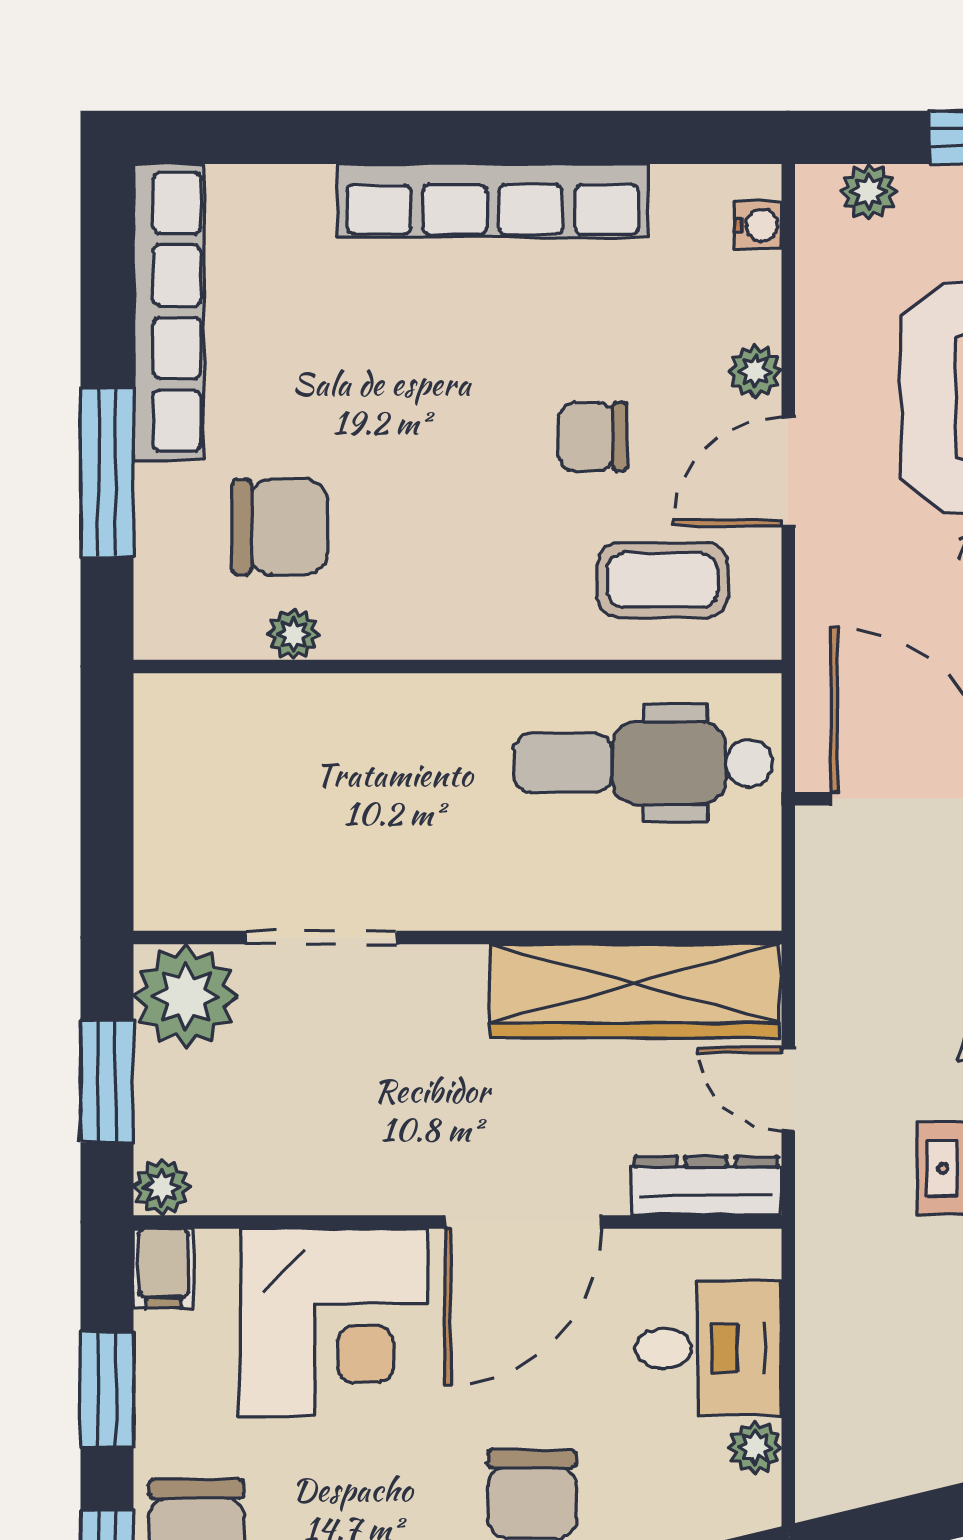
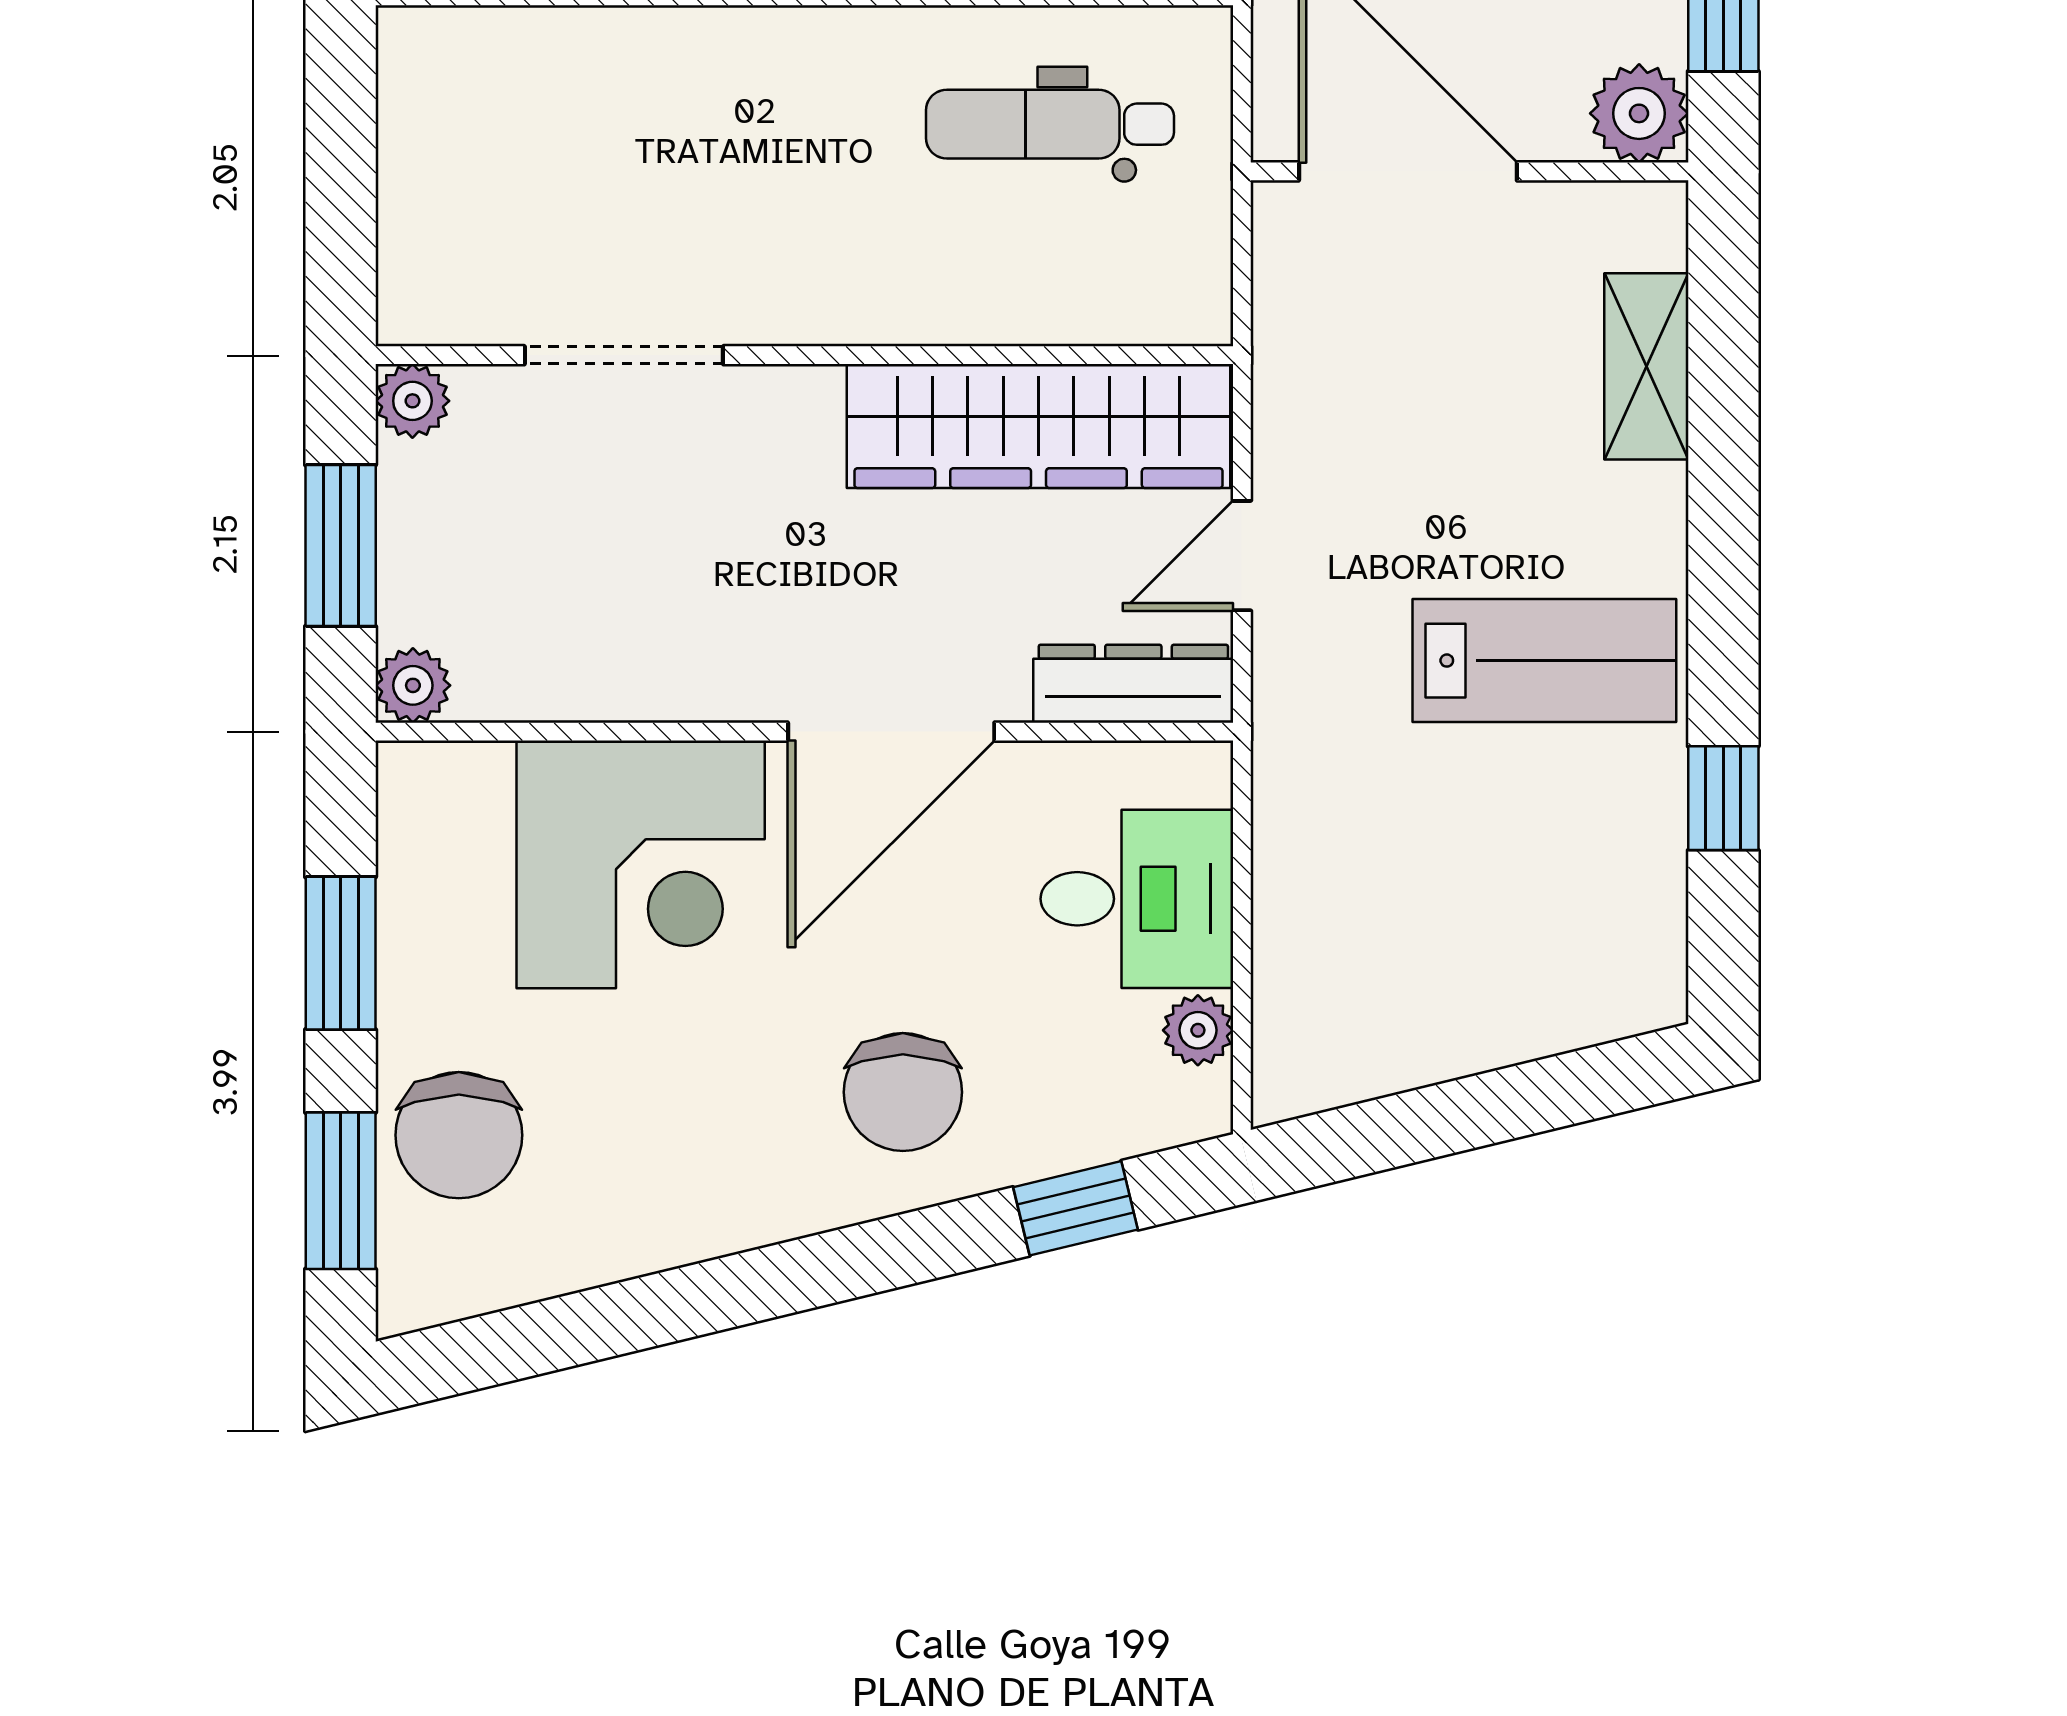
dental chair: (643, 763) -> (1050, 124), width x0.73, depth x0.72
plant: (186, 996) -> (412, 401), width x0.53, depth x0.53
door: (788, 1089) -> (1242, 556), hinge flipped
filing cabinet: (163, 1268) -> (415, 793), removed

